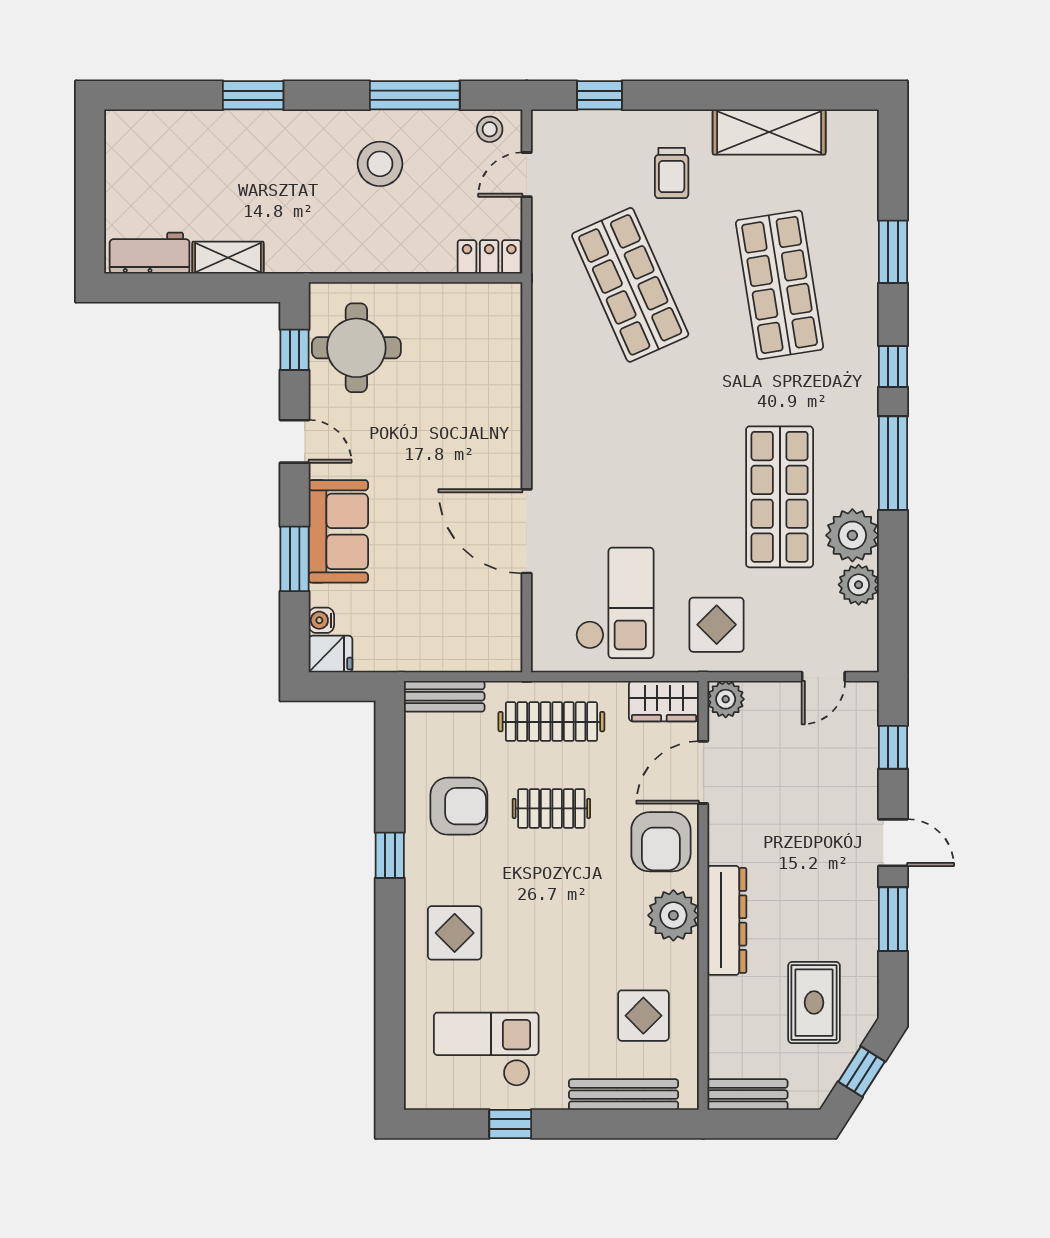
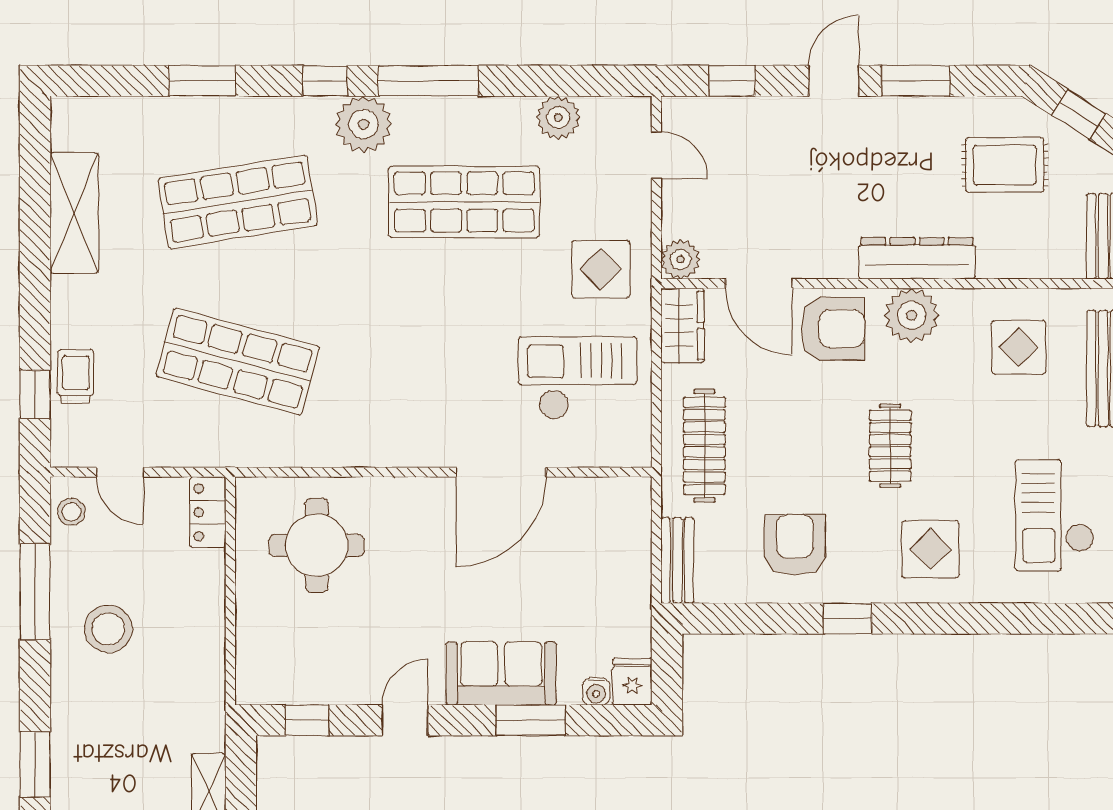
trolley: (672, 173) -> (76, 376), moved, turned -90
shop shelf: (630, 285) -> (238, 362), turned 39
round table: (356, 348) -> (317, 545), moved
plant: (852, 535) -> (364, 124), moved
clothes rail: (551, 808) -> (890, 446), moved

